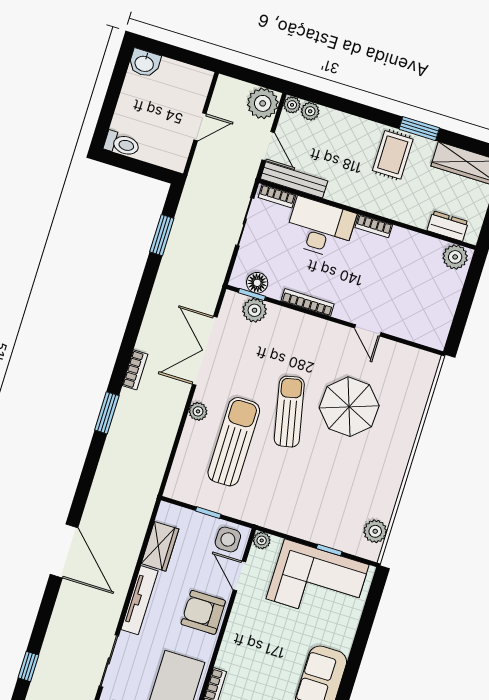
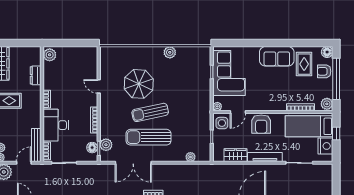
dresser: (448, 226) -> (36, 75), moved
door: (368, 330) -> (99, 86), swing flipped
plant: (198, 411) -> (190, 157), moved
sun lounger: (234, 442) -> (149, 137), moved
plant: (375, 531) -> (170, 52), moved

